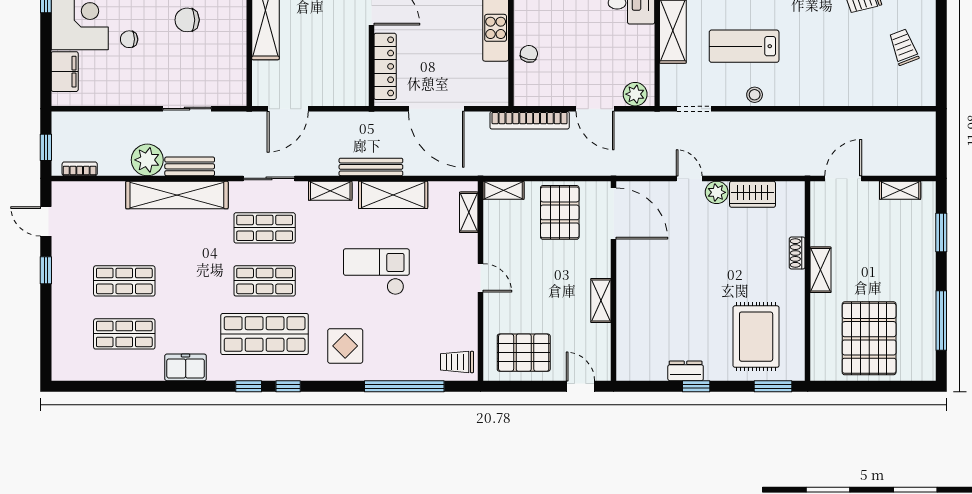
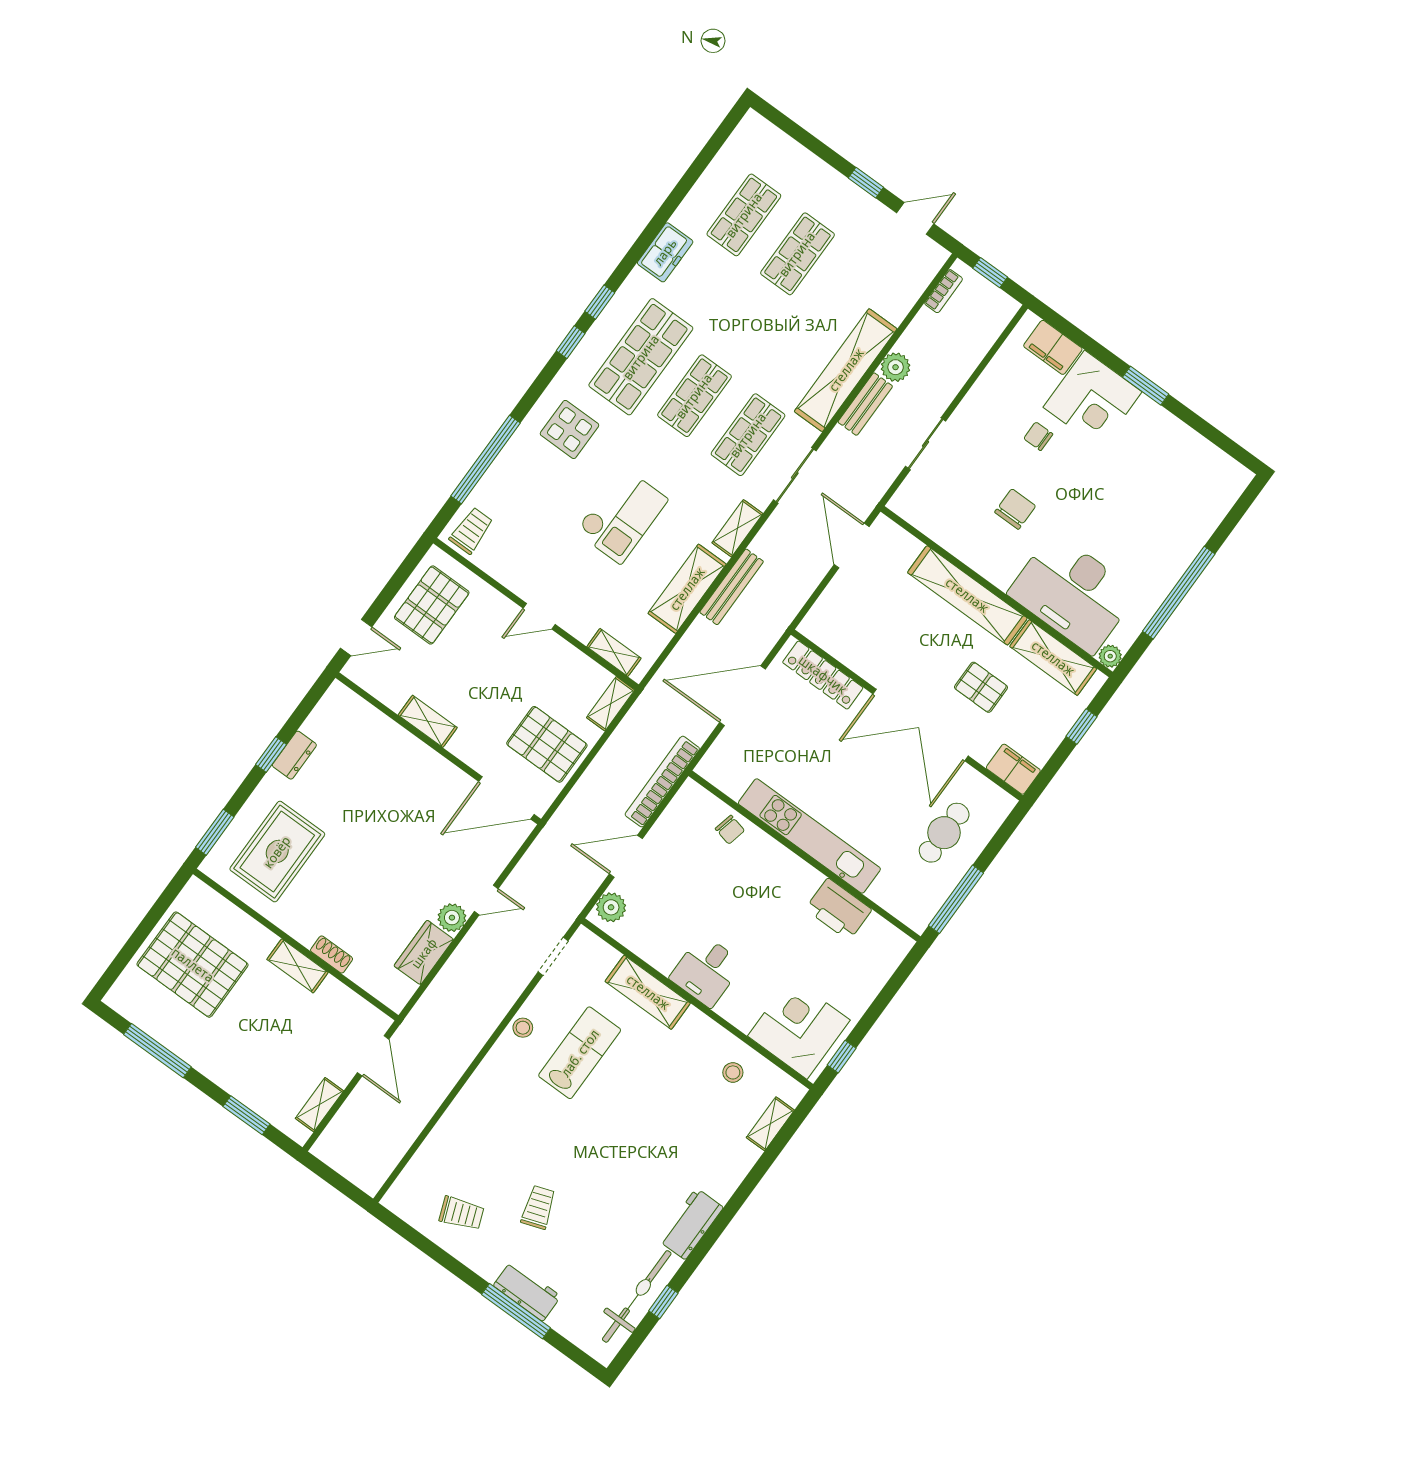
chair: (129, 39) -> (1038, 436), turned -90
plant: (147, 160) -> (896, 367), width x0.73, depth x0.73
rug: (756, 337) -> (277, 852), turned 90

